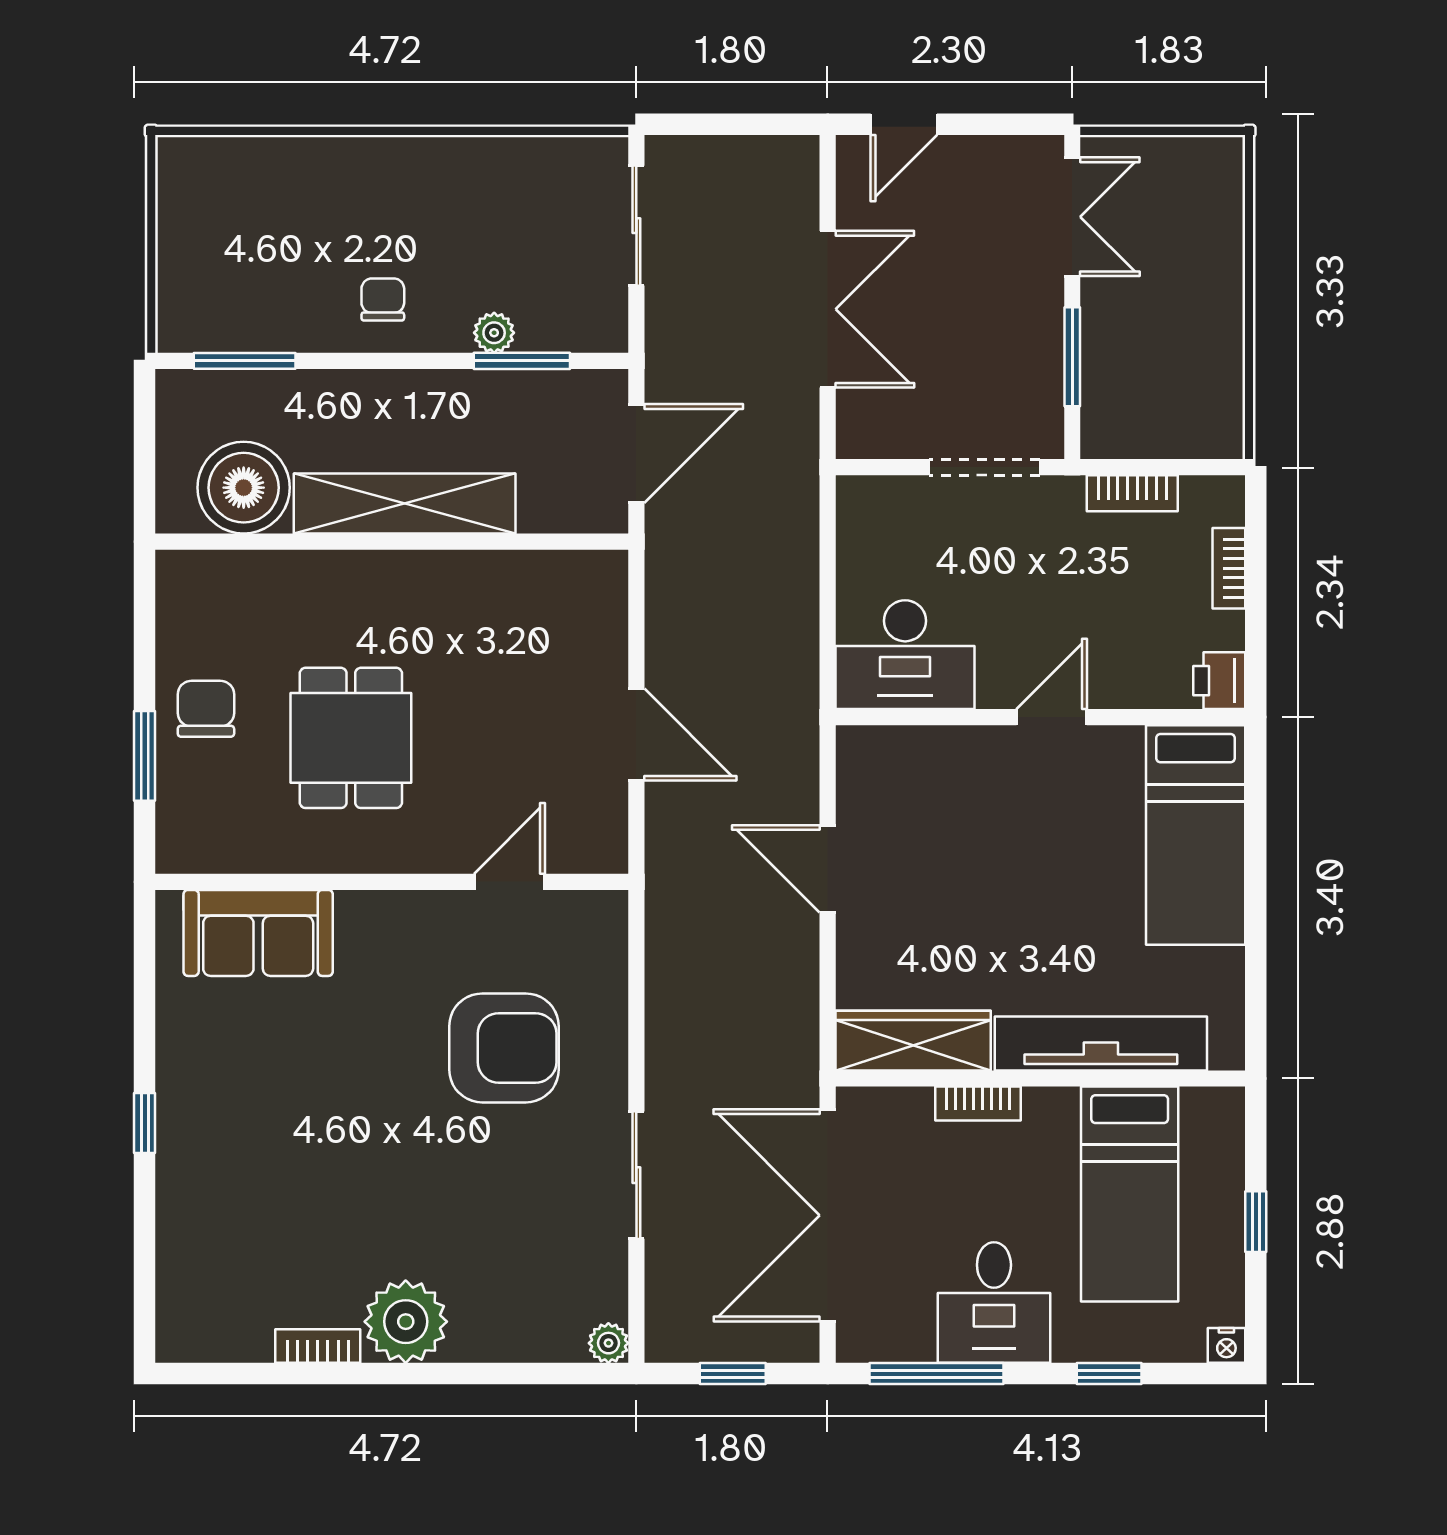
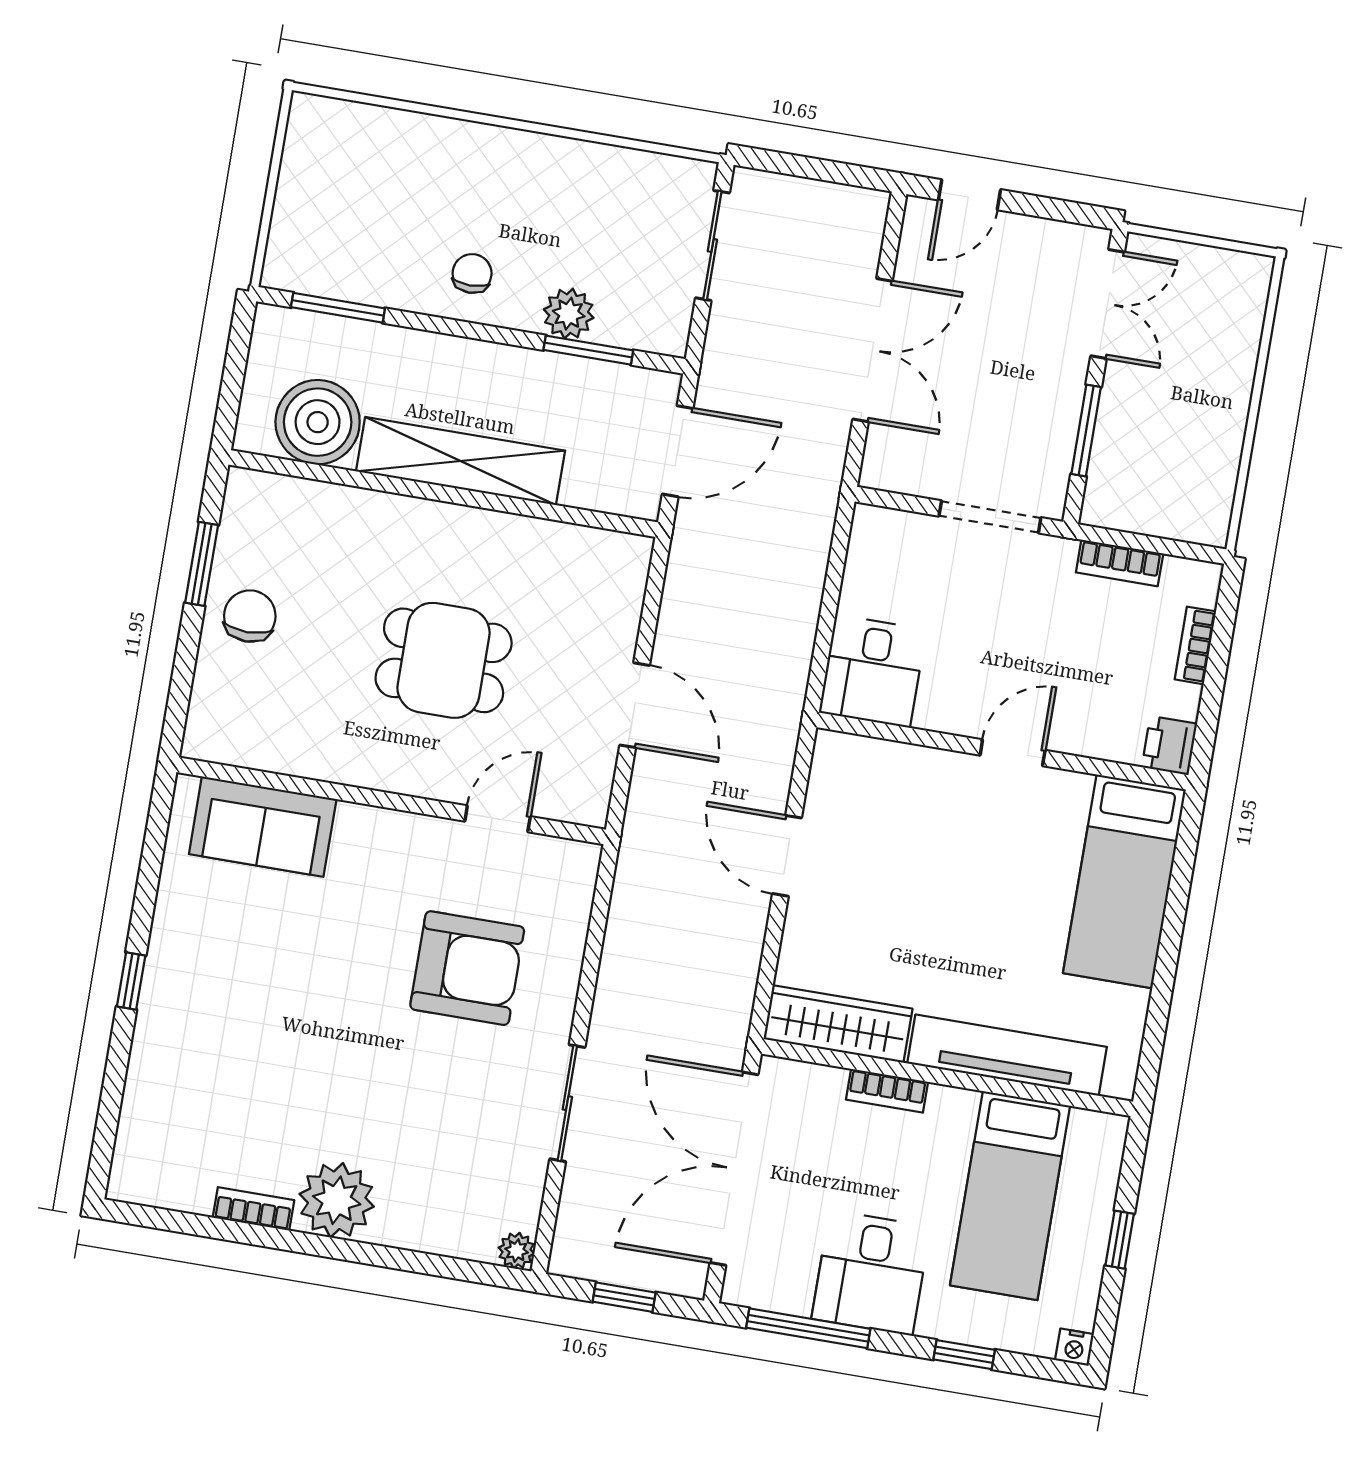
plant: (494, 333) -> (569, 314), width x1.38, depth x1.38
desk: (905, 655) -> (873, 671), width x0.73
dining table: (351, 738) -> (444, 660), moved, turned 90
window: (145, 756) -> (202, 564), moved

